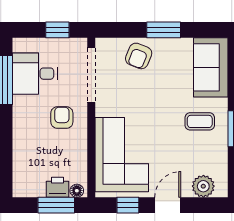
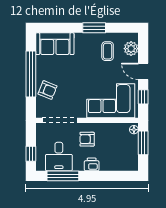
window: (57, 30) -> (31, 154), moved
window: (164, 30) -> (31, 74), width x2.11
coffee table: (200, 121) -> (108, 51), moved
printer: (57, 187) -> (92, 164), moved, turned 90

